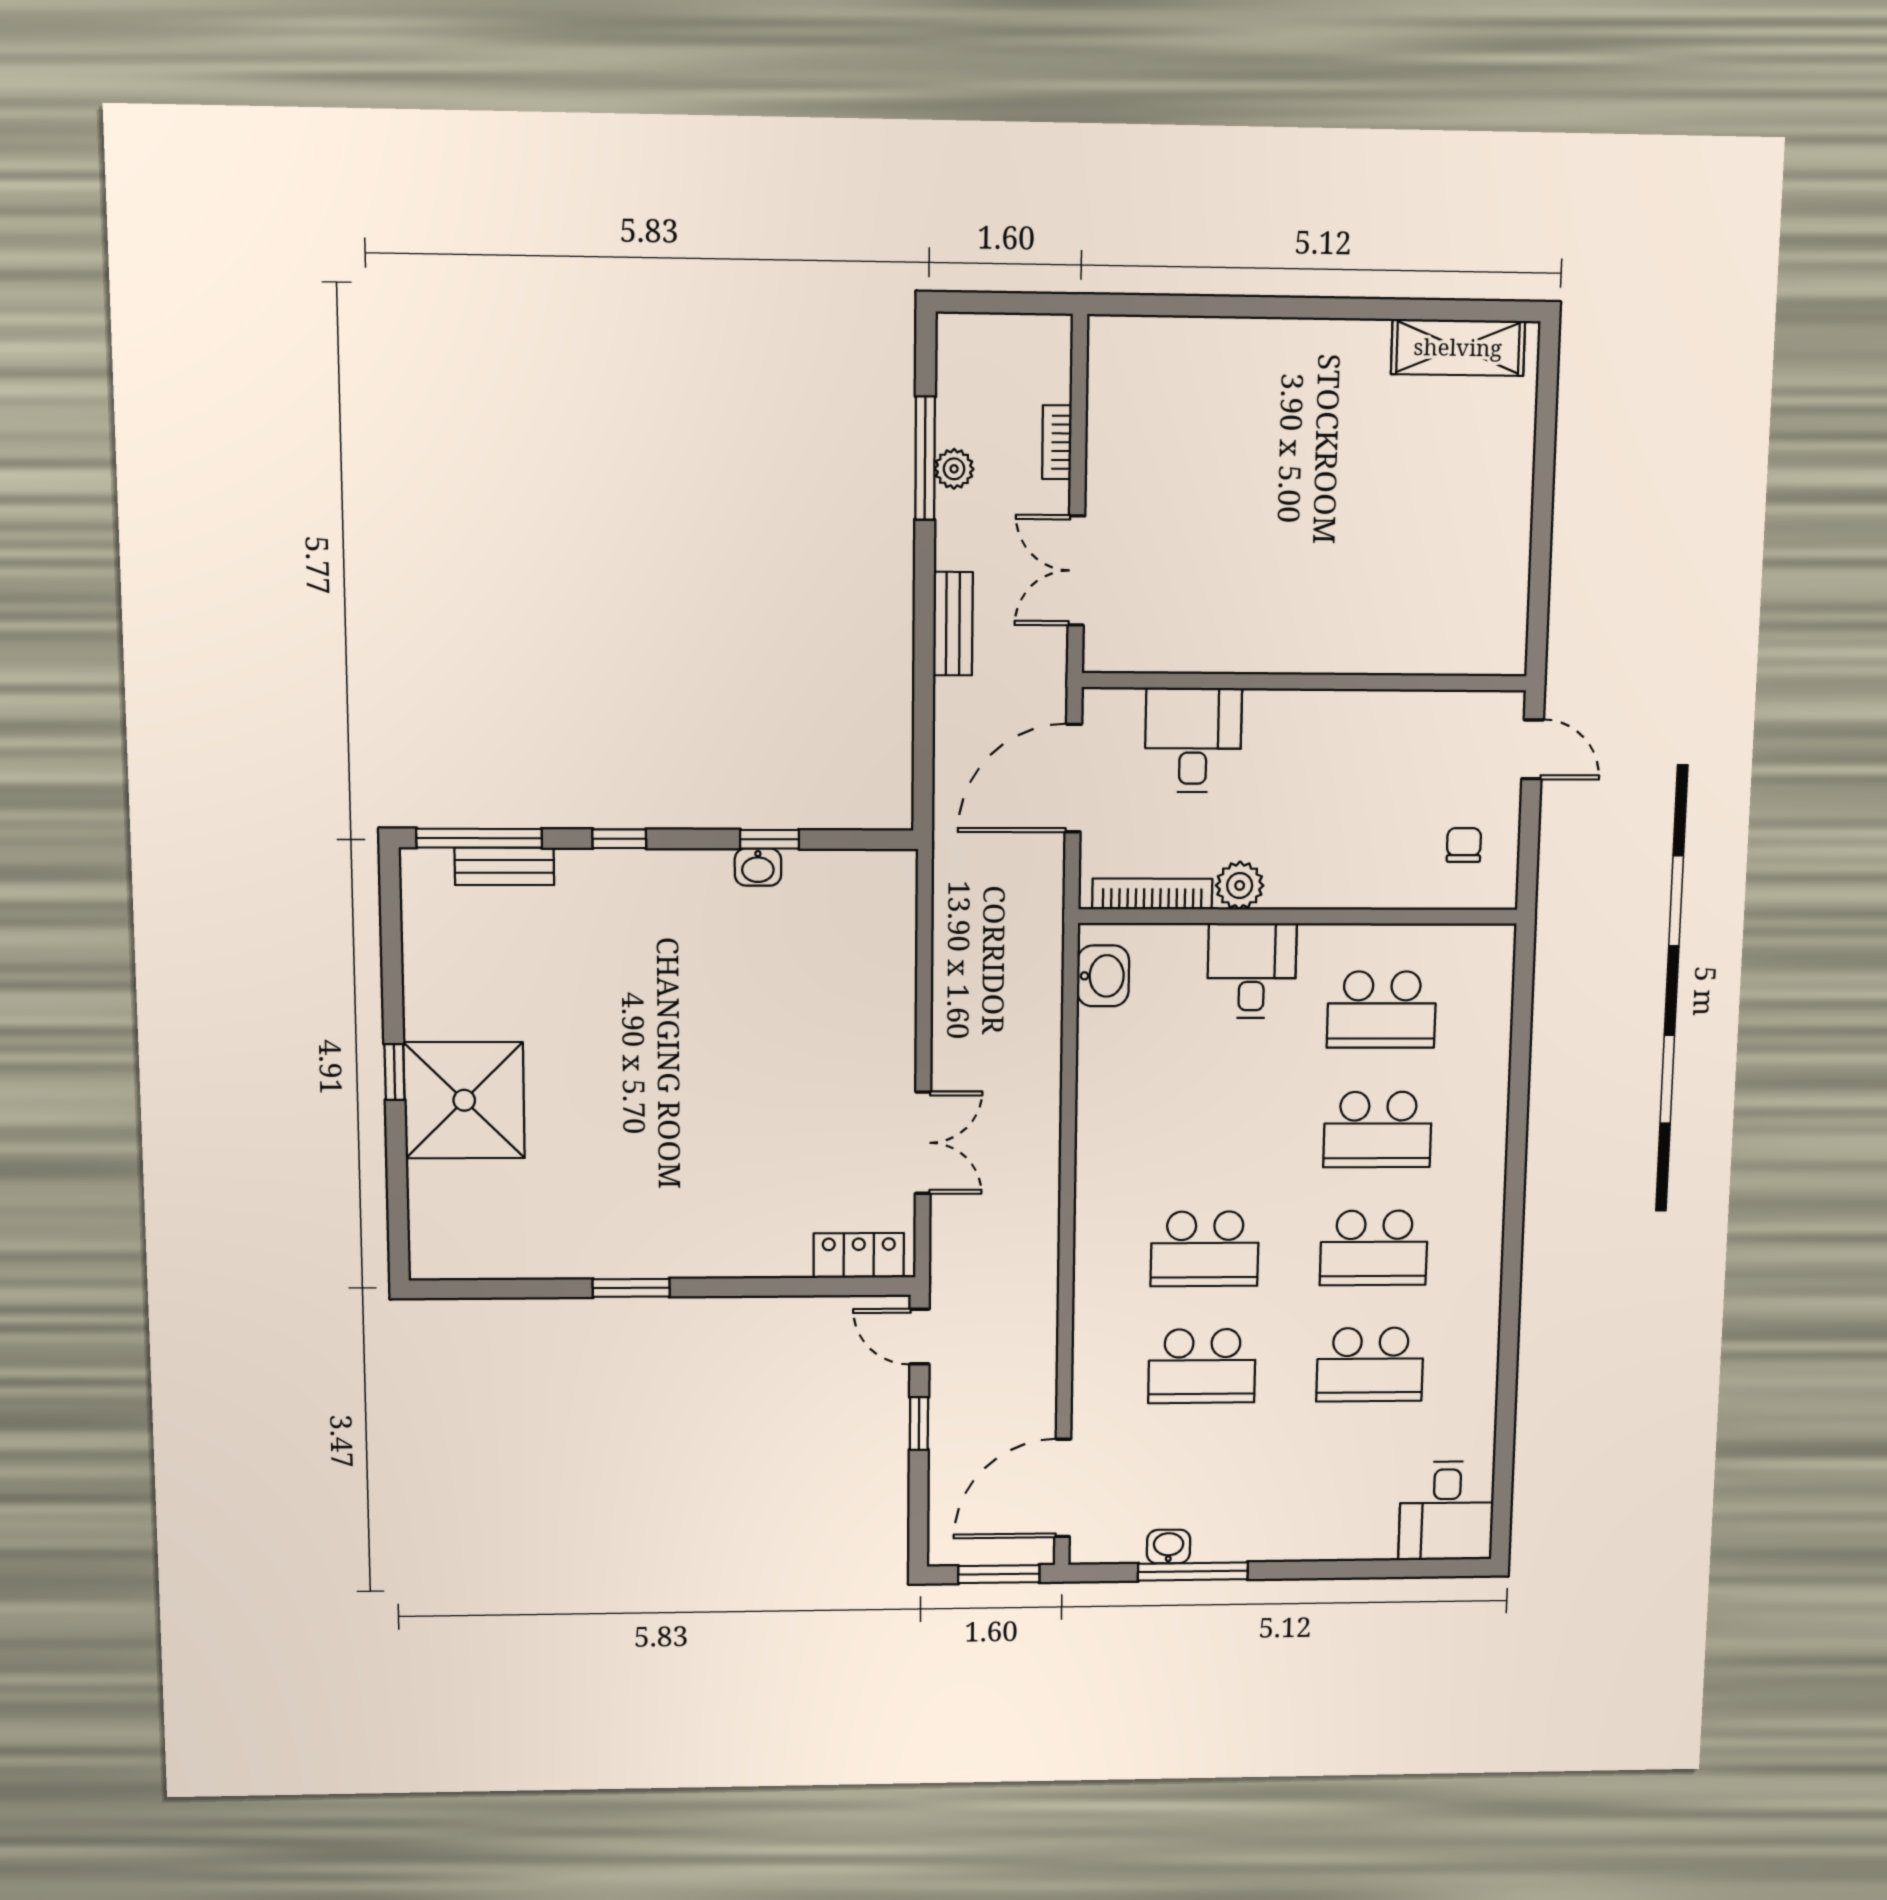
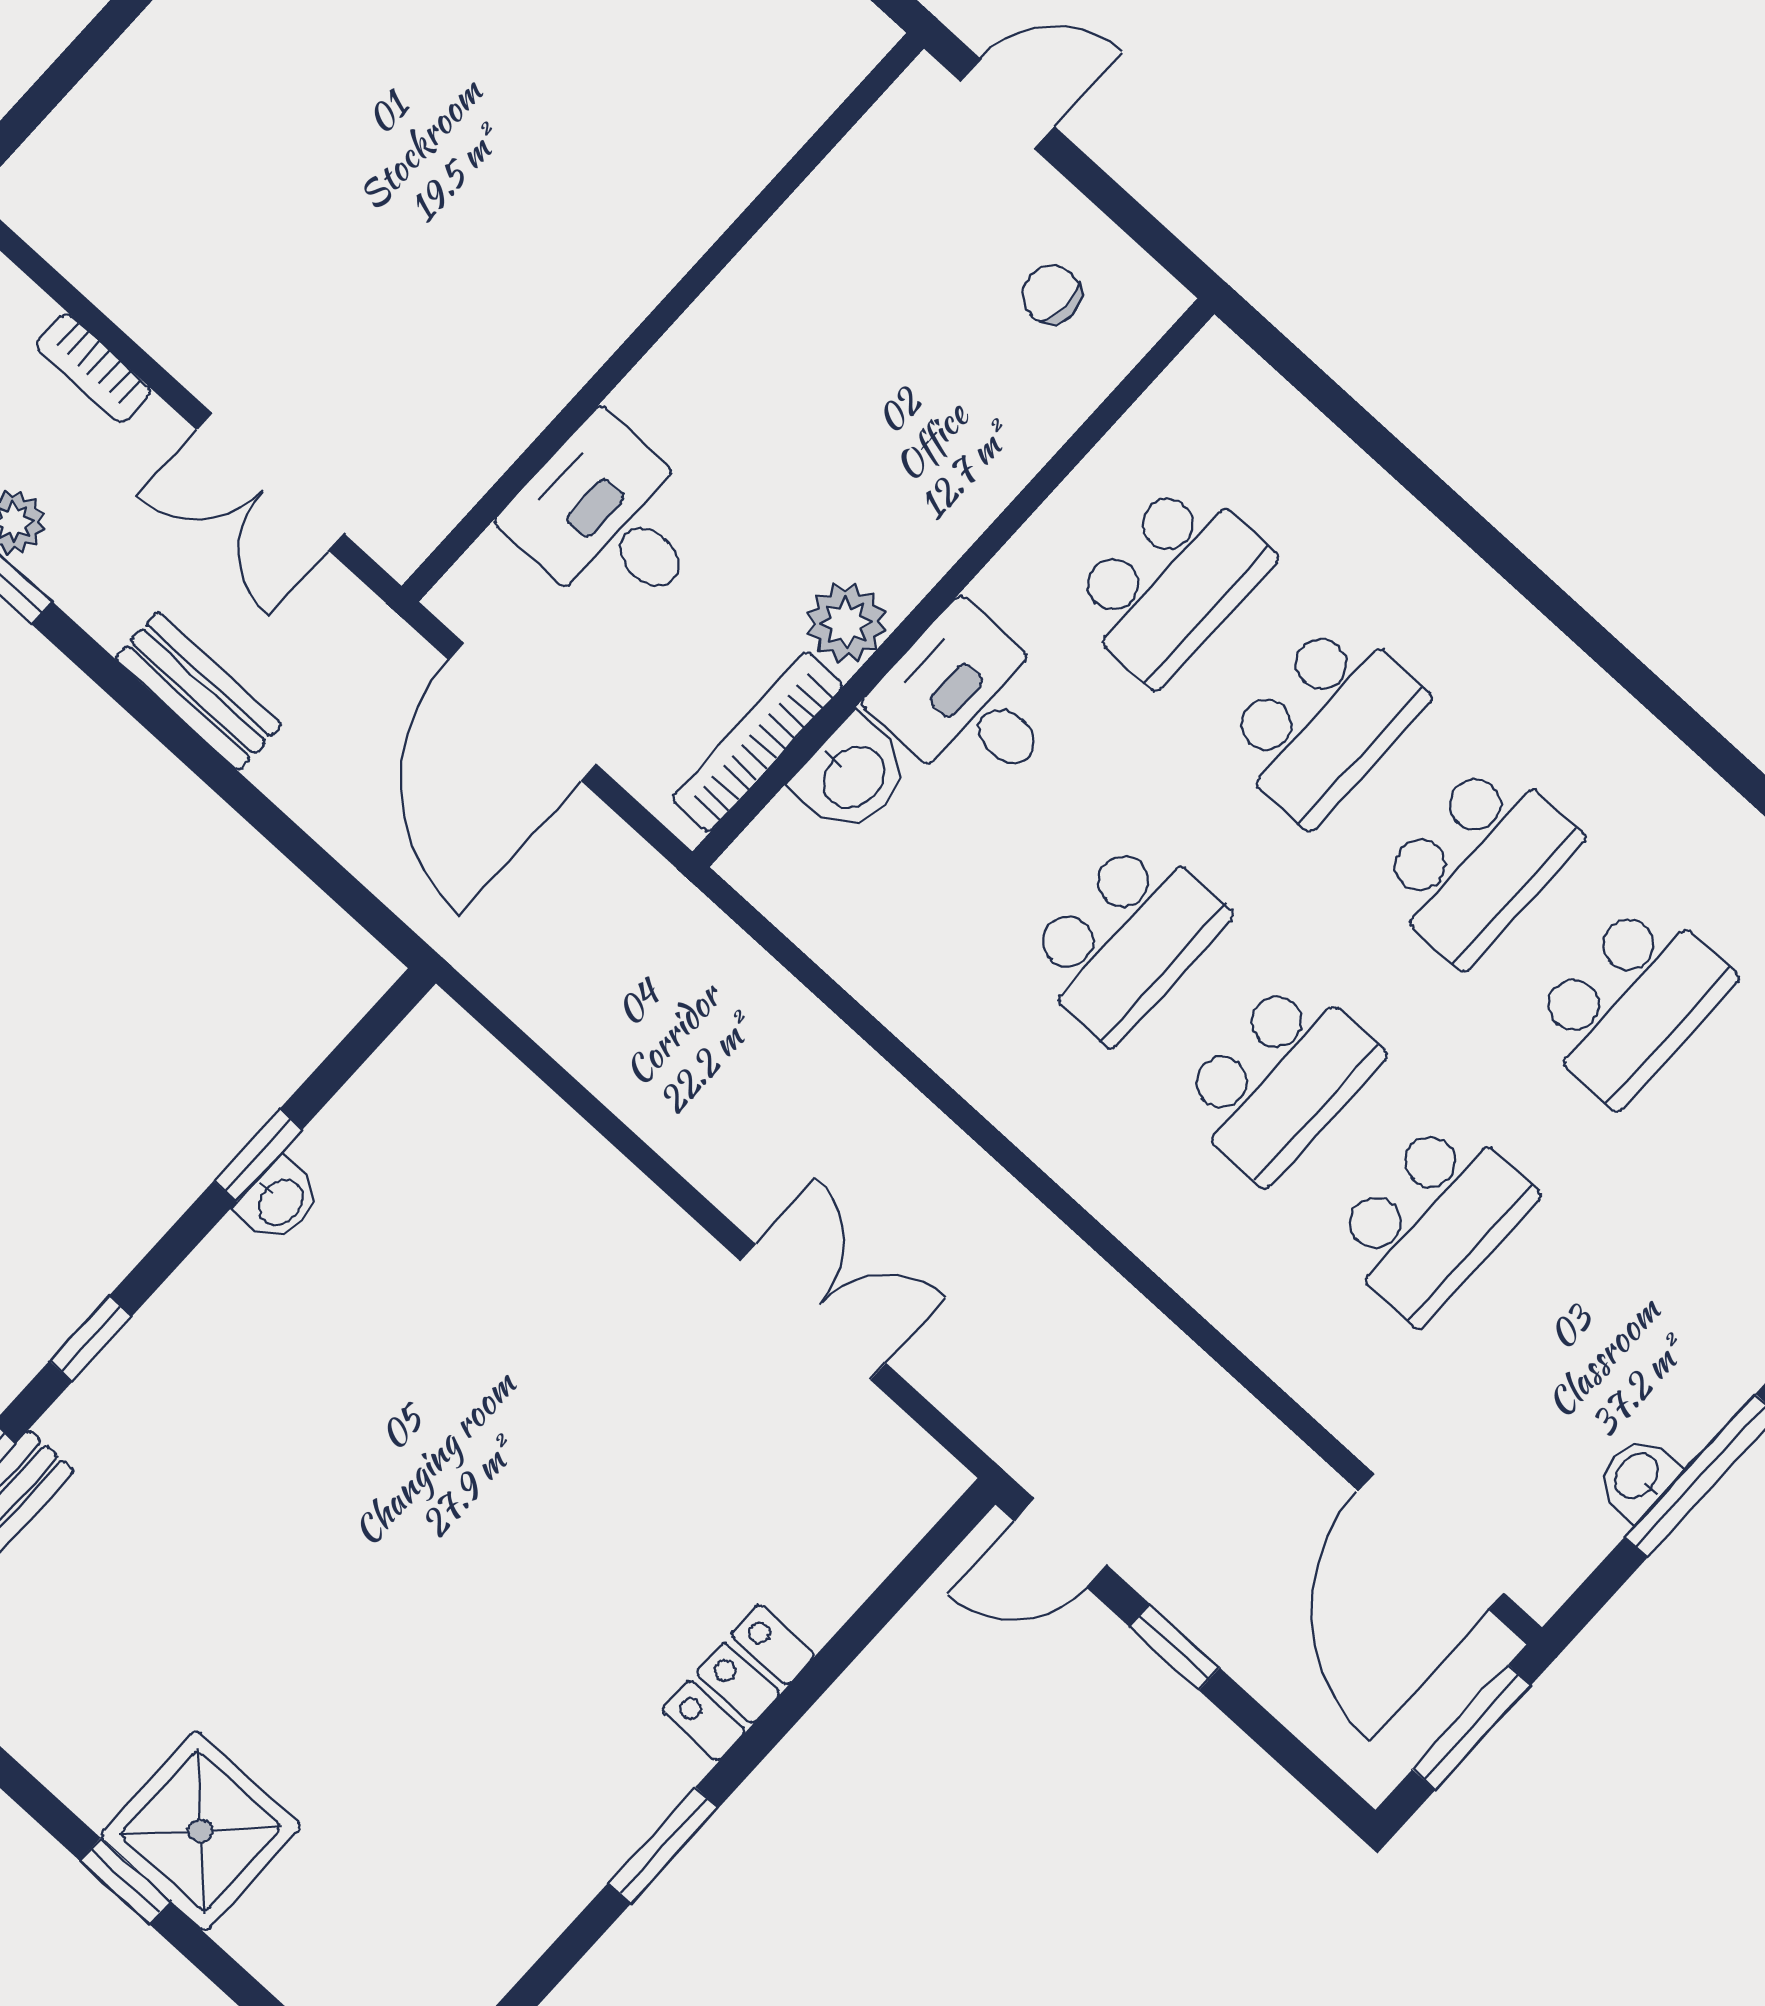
washbasin: (1103, 976) -> (852, 776), moved, turned 90
shower: (464, 1100) -> (201, 1831), width x0.73, depth x0.73
school desk: (1207, 1130) -> (1126, 939), added
locker: (859, 1255) -> (738, 1683), moved

